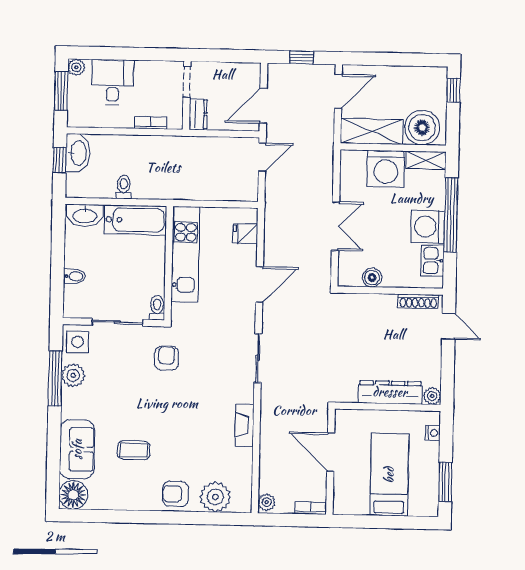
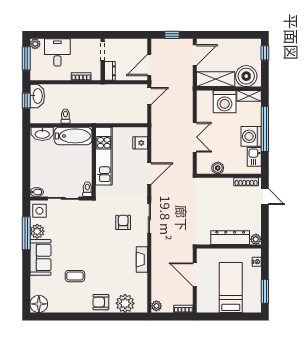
bidet: (74, 276) -> (37, 192), moved
armchair: (167, 358) -> (123, 222), moved
sofa: (77, 449) -> (40, 257), moved

